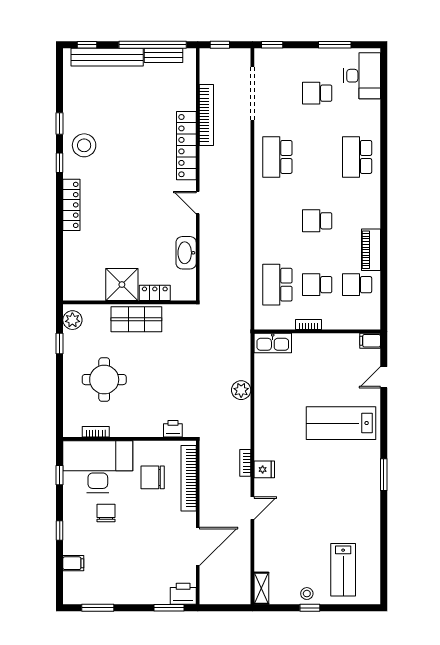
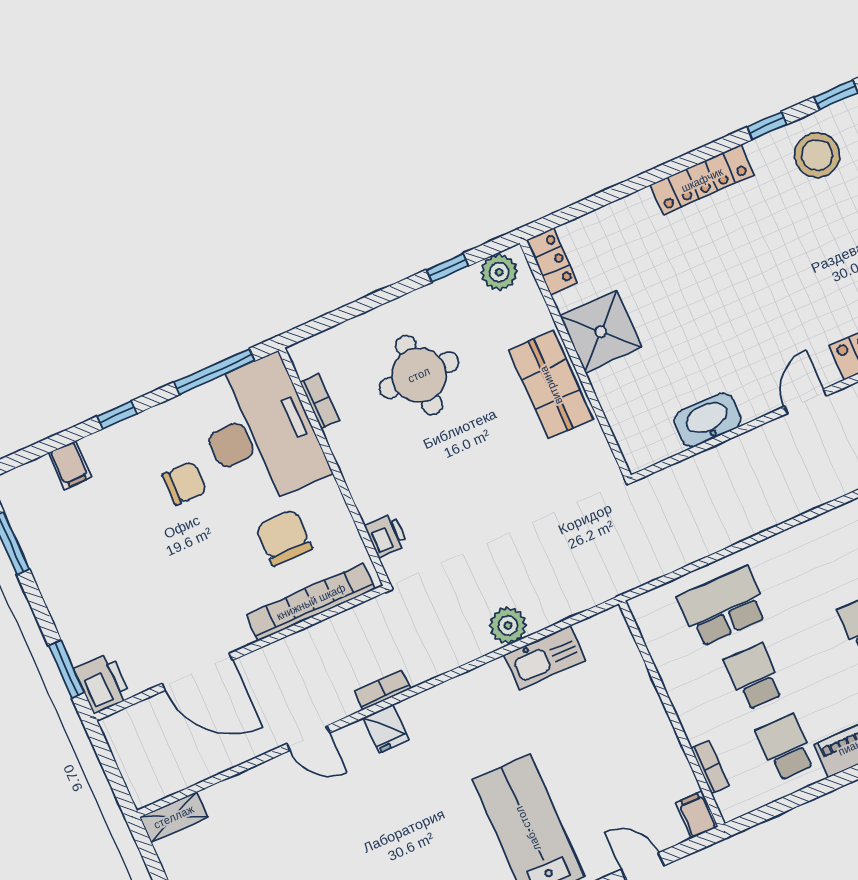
locker: (155, 293) -> (552, 261), moved
bookcase: (308, 325) -> (710, 767), moved
kitchen sink: (273, 343) -> (545, 657), moved, turned -90
window: (60, 475) -> (215, 371), width x2.17

